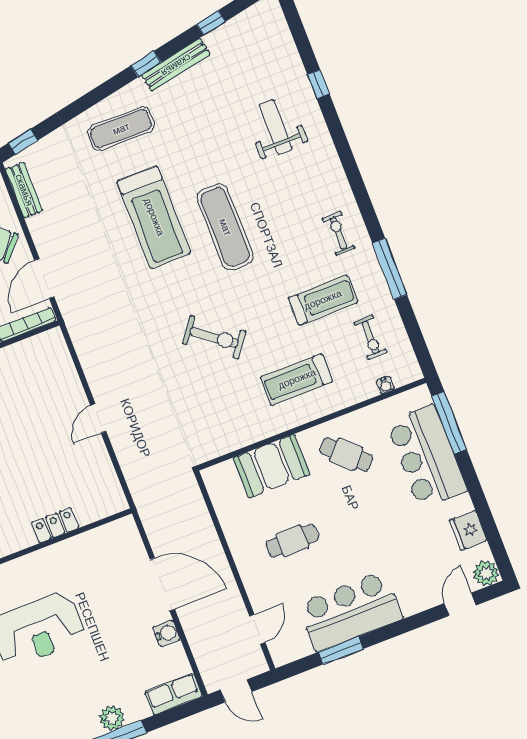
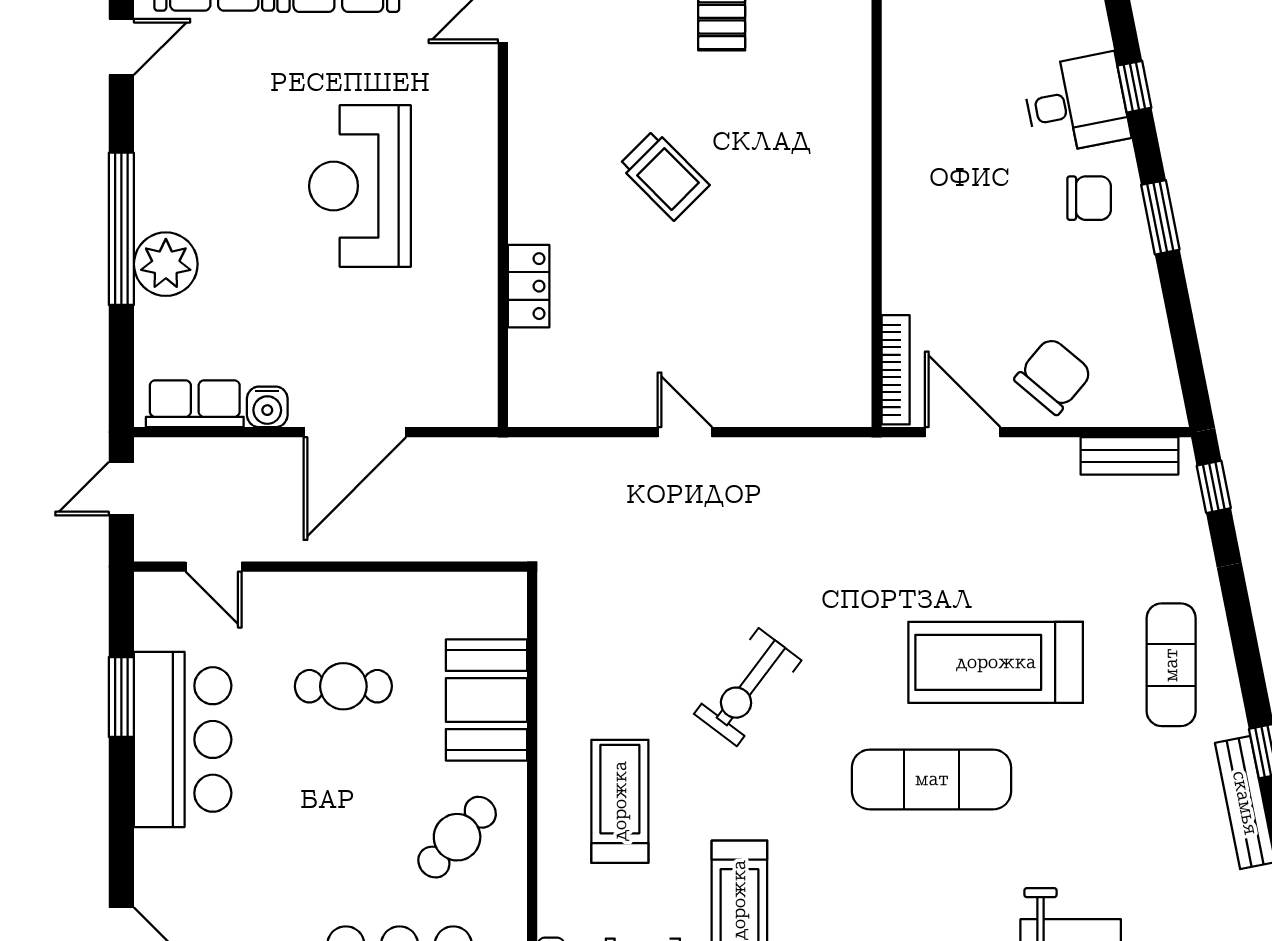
cafe table: (292, 541) -> (343, 686), turned 90
row of seats: (174, 694) -> (195, 404), moved, turned -90
plant: (112, 718) -> (166, 264), width x1.36, depth x1.36

